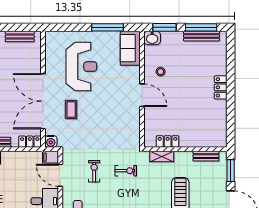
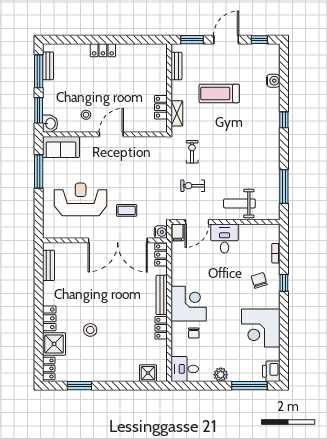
bench: (201, 36) -> (48, 66), width x0.73

